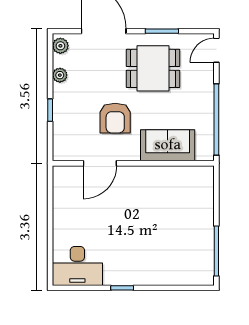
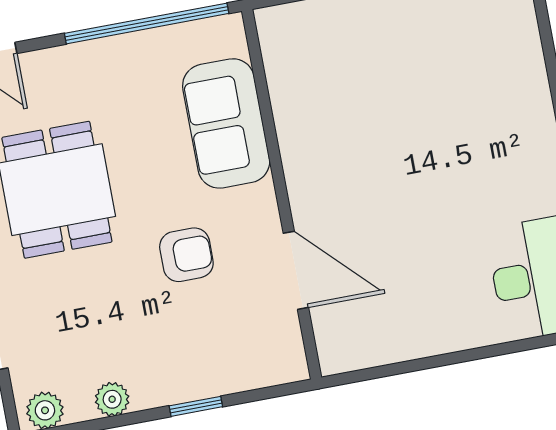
armchair: (115, 118) -> (186, 255), width x0.72, depth x0.72

